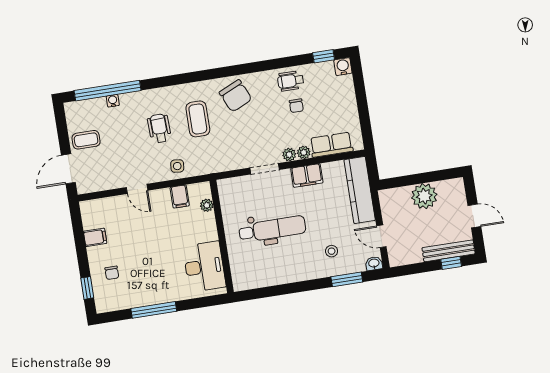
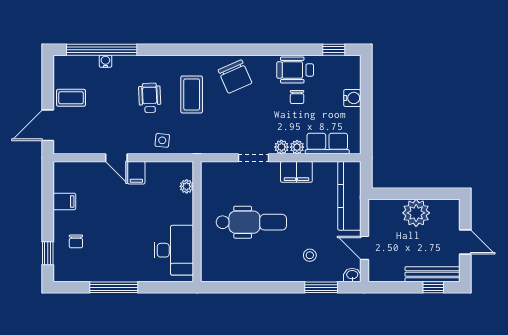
water cooler: (343, 67) -> (352, 98), moved, turned 90
wheelchair: (291, 81) -> (295, 70), width x1.36, depth x1.37
filing cabinet: (180, 197) -> (136, 173), moved

